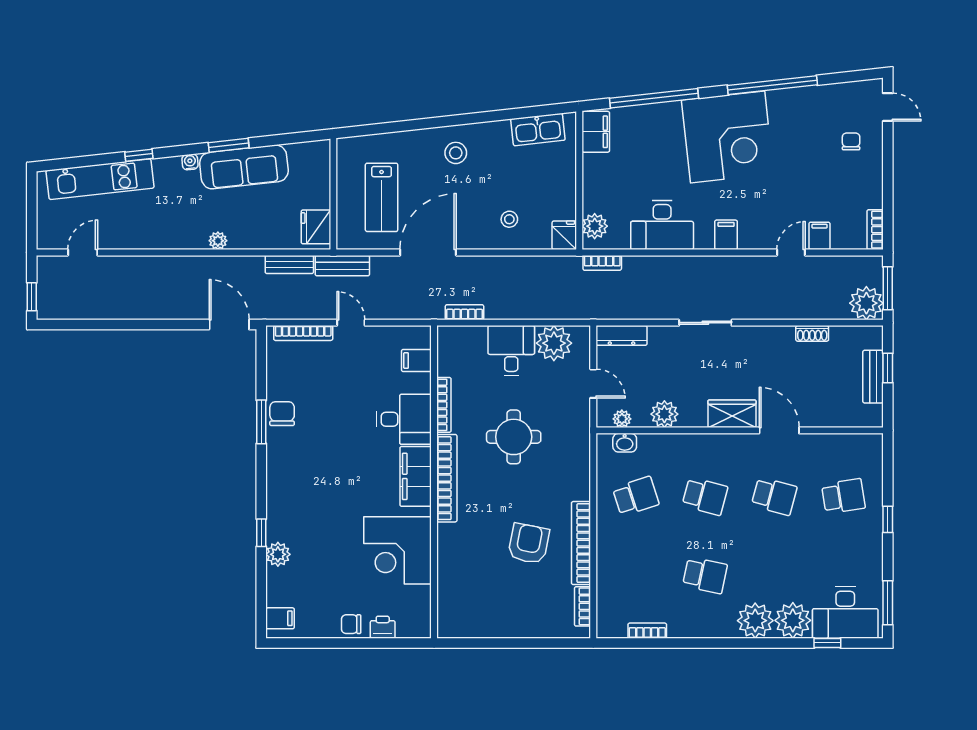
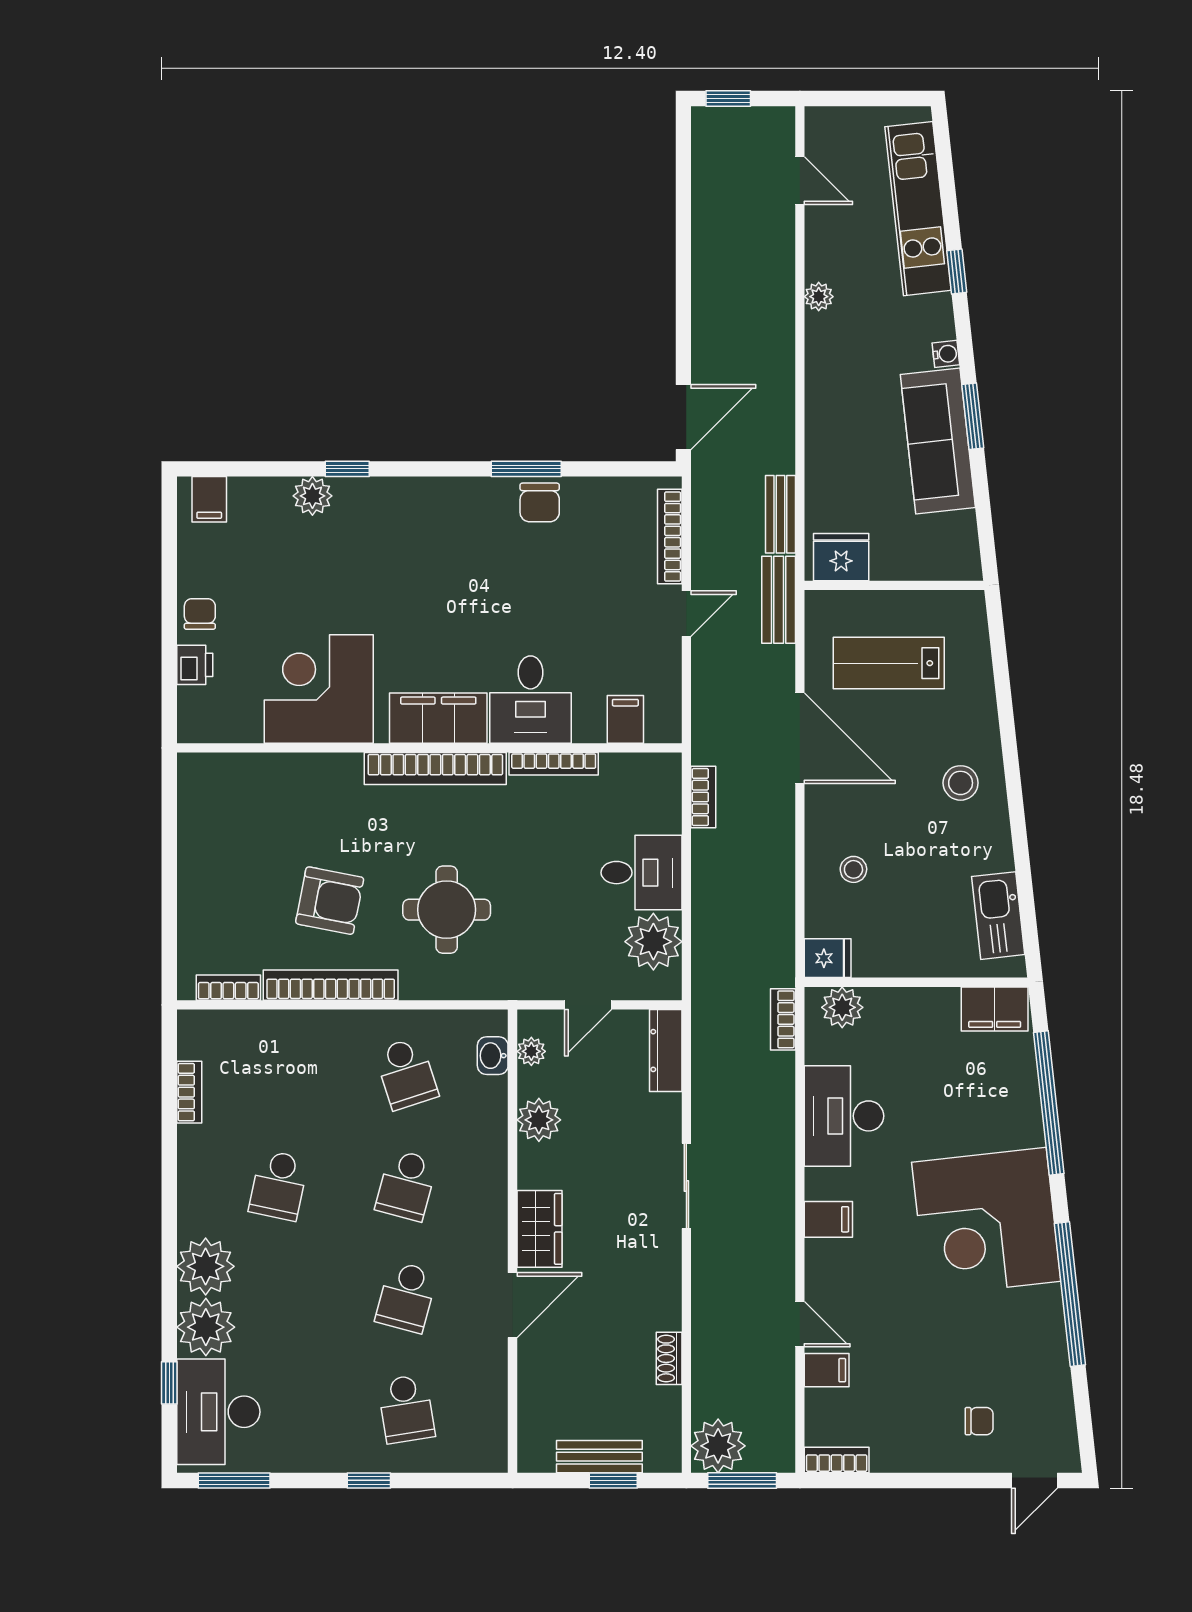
plant: (218, 241) -> (819, 297), moved
chair: (282, 414) -> (540, 502), turned 90
round table: (514, 437) -> (447, 910), moved

